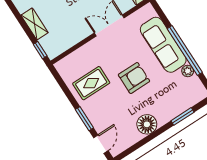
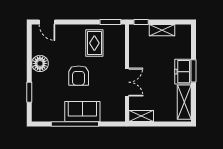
sofa: (163, 45) -> (82, 111), width x0.73
plant: (188, 71) -> (59, 117), removed
window: (84, 119) -> (110, 22), moved

